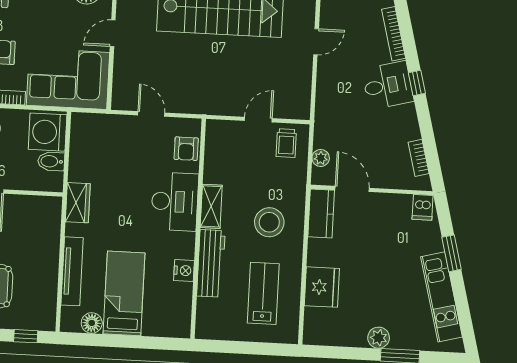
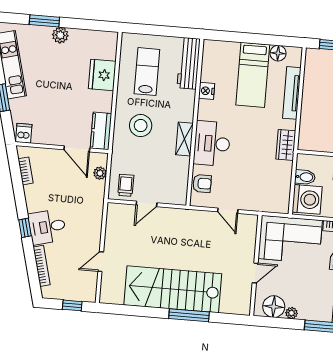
armchair: (186, 149) -> (202, 183), turned 90
workbench: (211, 263) -> (189, 63), moved
lab bench: (263, 293) -> (147, 72), turned 180

